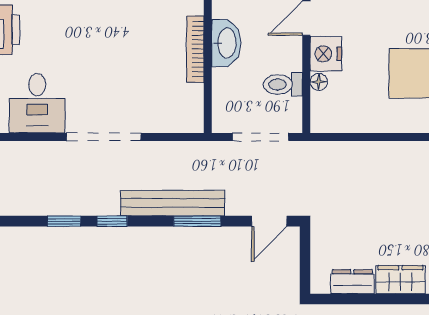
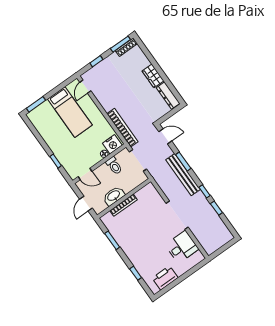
nightstand: (326, 54) -> (112, 144), moved
bookcase: (344, 152) -> (122, 128), added
dresser: (352, 282) -> (168, 96), width x1.44

